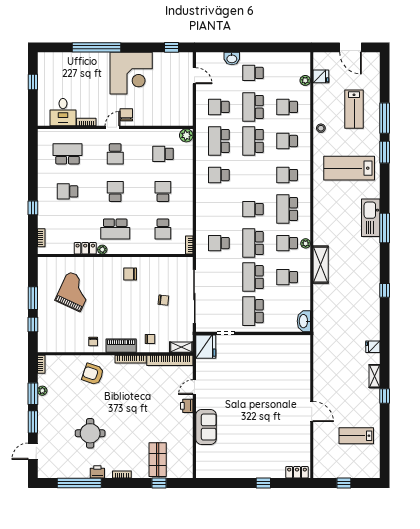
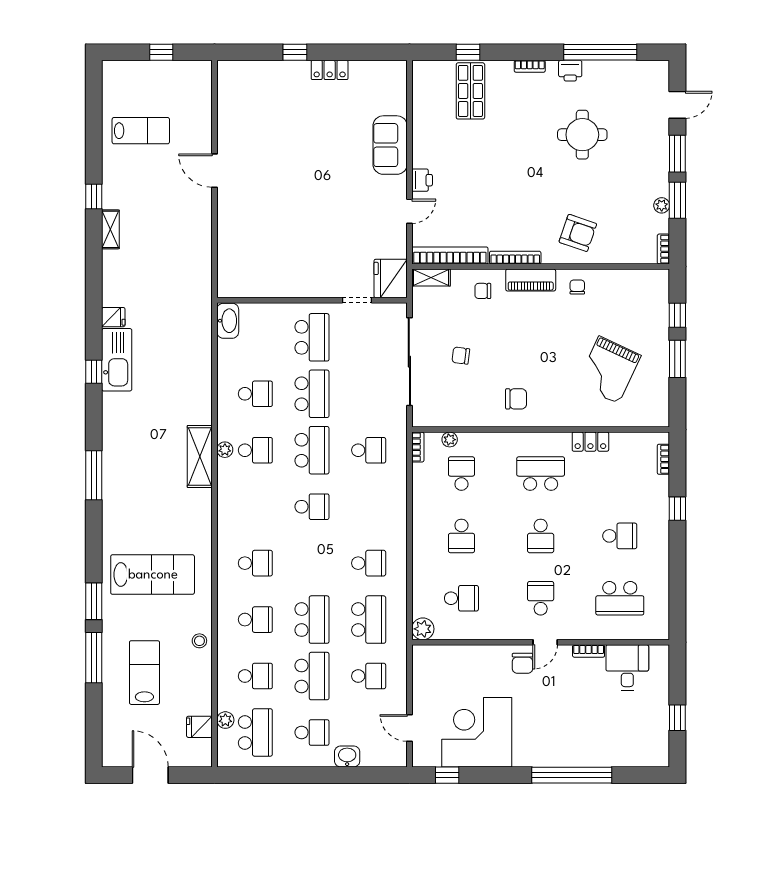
corner desk: (131, 73) -> (477, 732), moved
school desk: (287, 209) -> (255, 732), moved
kitchen sink: (371, 218) -> (117, 360), moved
plant: (102, 250) -> (450, 440), moved
shelving: (321, 265) -> (200, 456), moved
fridge: (373, 347) -> (113, 317), moved
locker: (297, 472) -> (330, 70), moved

